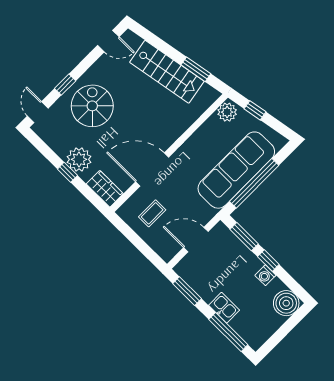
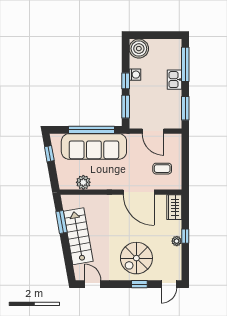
window: (255, 110) -> (49, 154), moved
plant: (227, 112) -> (83, 182), moved
plant: (79, 159) -> (177, 241), width x0.53, depth x0.53

